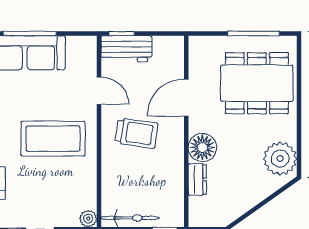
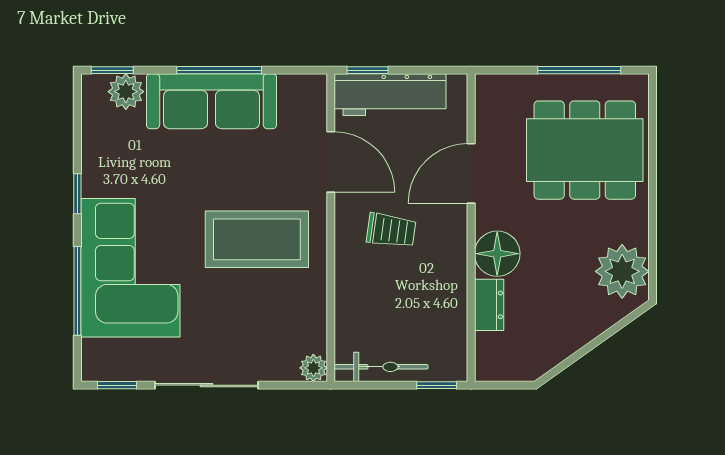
workbench: (126, 49) -> (390, 95), width x1.38
door: (99, 91) -> (331, 162), width x1.38
trolley: (137, 133) -> (391, 230), width x0.73, depth x0.72

